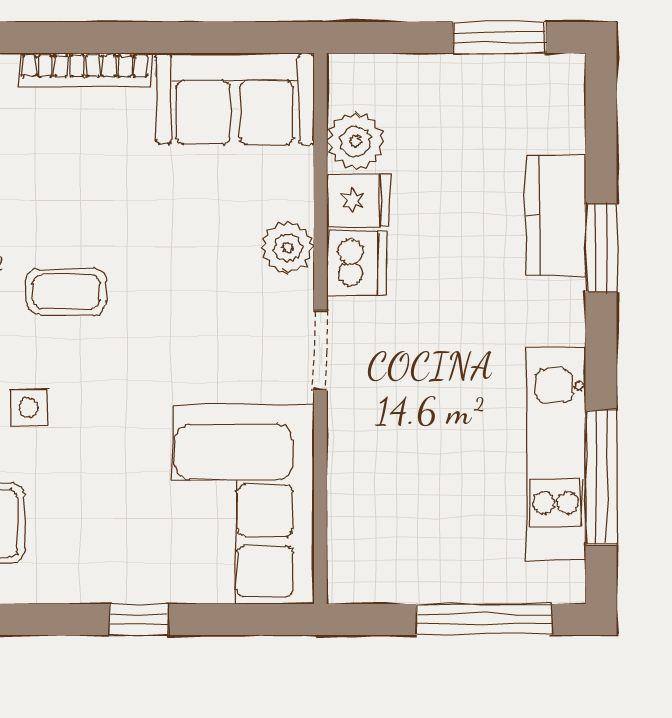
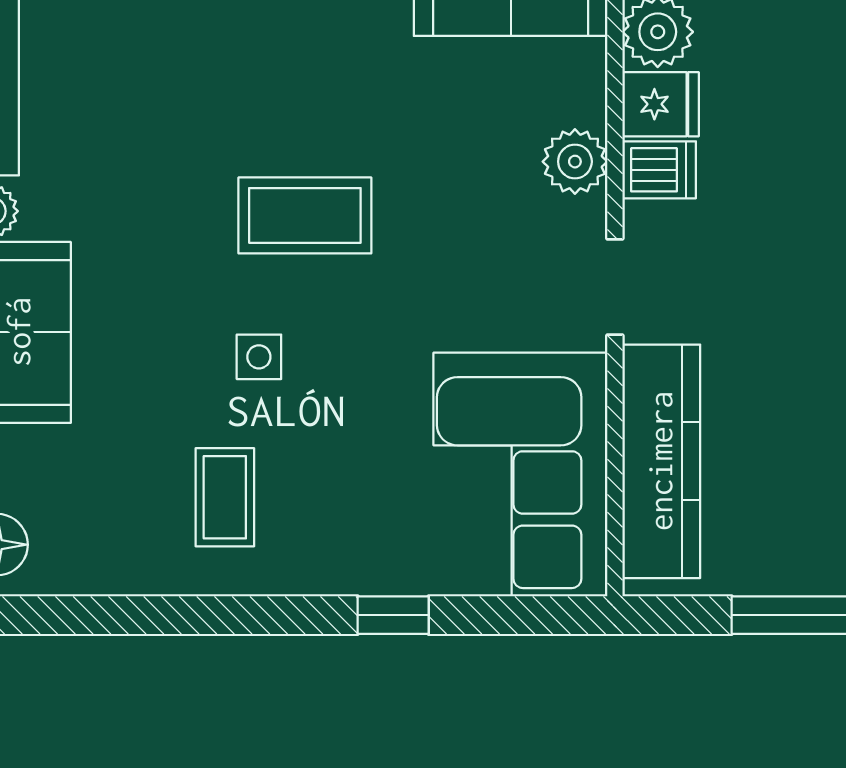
dishwasher: (357, 263) -> (659, 170), width x0.73
coffee table: (66, 292) -> (305, 215), width x1.36, depth x1.30
kitchen counter: (358, 493) -> (661, 461), added

